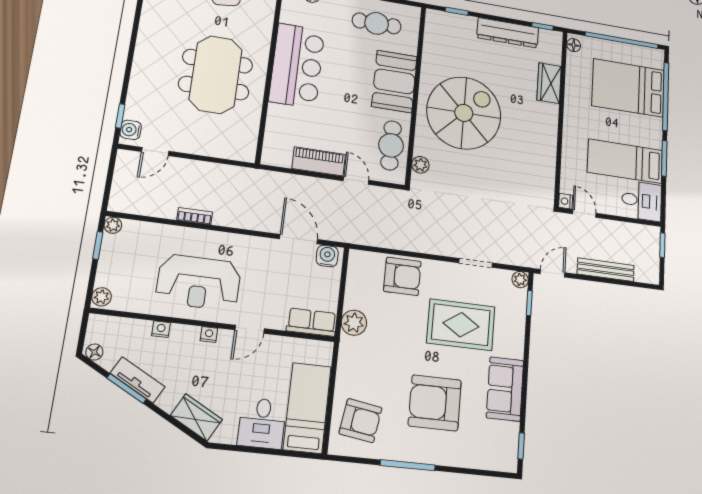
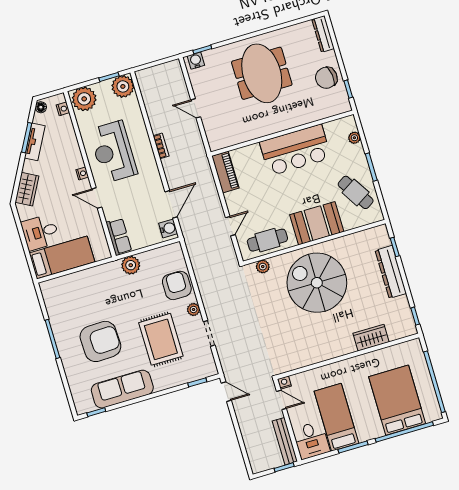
cafe table: (377, 23) -> (356, 192), turned -32
dresser: (508, 33) -> (391, 272), moved
floor lamp: (574, 45) -> (411, 345), removed
meeting table: (216, 75) -> (262, 73), moved, turned 90
spiral stairs: (464, 113) -> (317, 283), turned 180
door: (155, 151) -> (196, 108), moved
piano: (319, 161) -> (225, 172), moved
door: (584, 214) -> (281, 400), hinge flipped
bookcase: (195, 216) -> (161, 146), moved
plant: (113, 225) -> (123, 86), width x1.88, depth x1.88
bench: (606, 270) -> (285, 441), moved
armchair: (402, 276) -> (177, 285), turned 180
plant: (520, 280) -> (194, 309), moved
plant: (102, 297) -> (84, 99), width x1.87, depth x1.87
nightstand: (161, 329) -> (63, 109), moved
sofa: (505, 389) -> (122, 389), width x1.36
armchair: (435, 403) -> (100, 341), turned 88
armchair: (361, 421) -> (68, 296), removed

